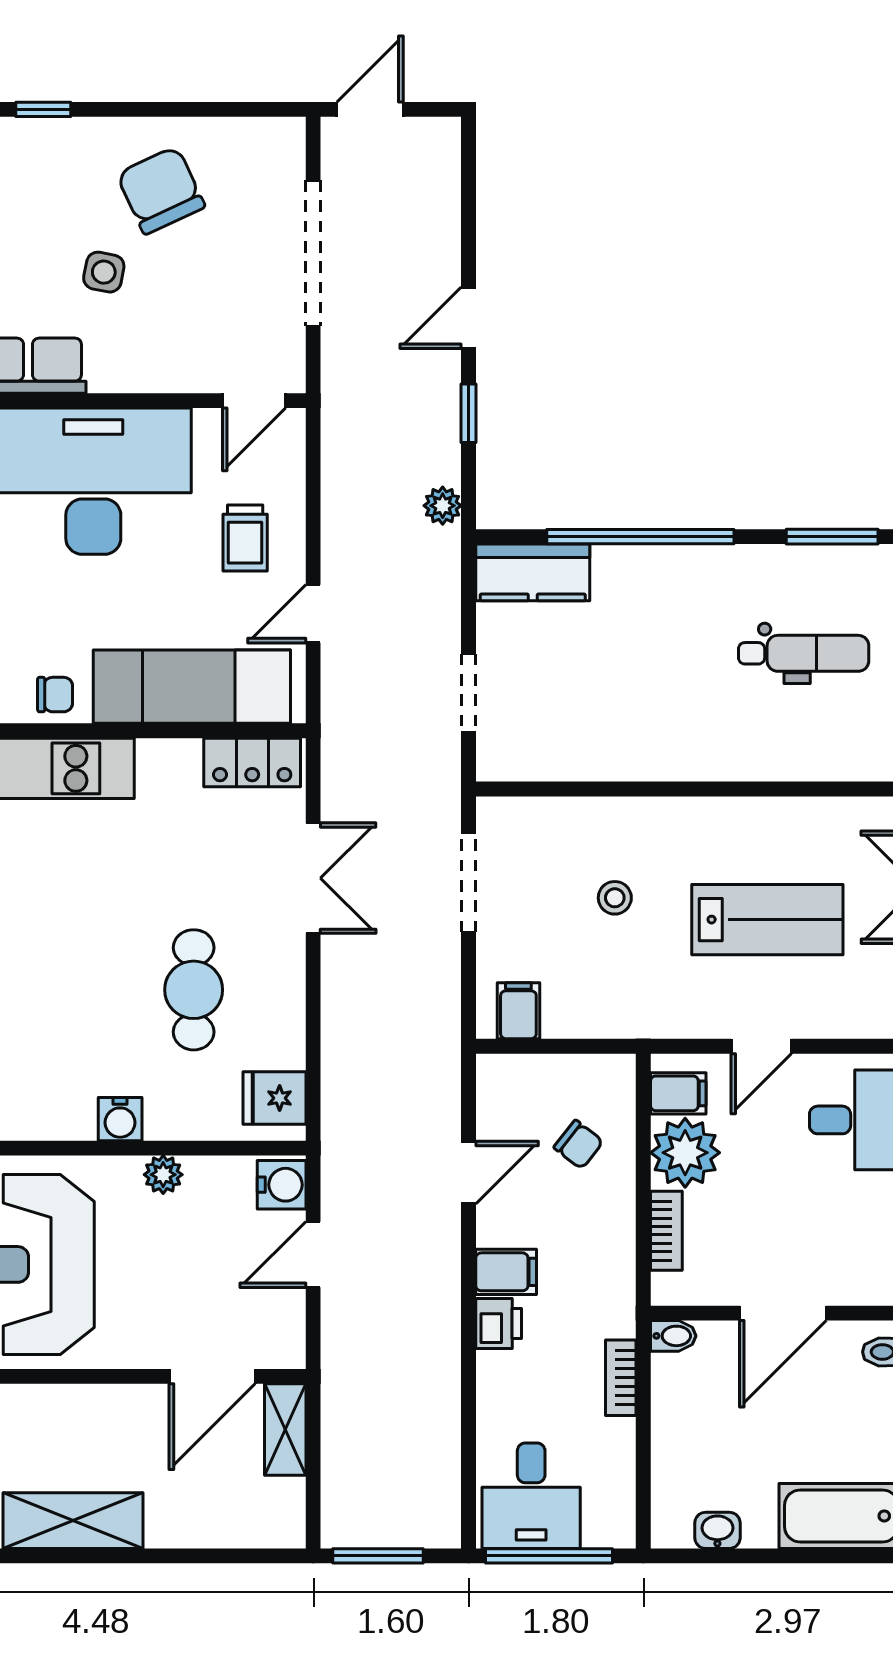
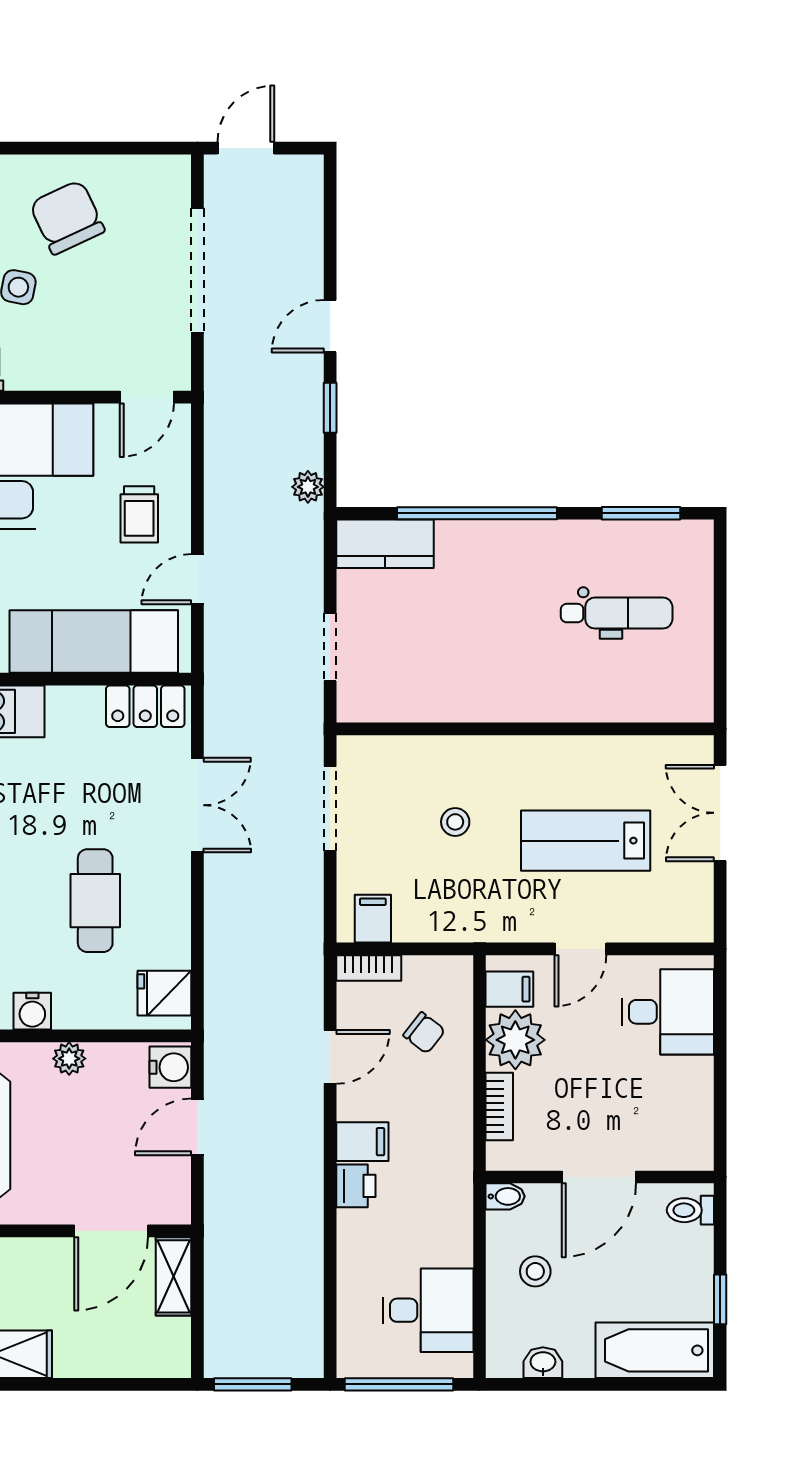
lab bench: (767, 920) -> (586, 841), turned 180
bookcase: (621, 1378) -> (369, 968), moved, turned -90
stool: (708, 1424) -> (535, 1271), added
desk: (531, 1496) -> (428, 1310), moved, turned -90

